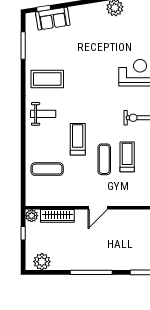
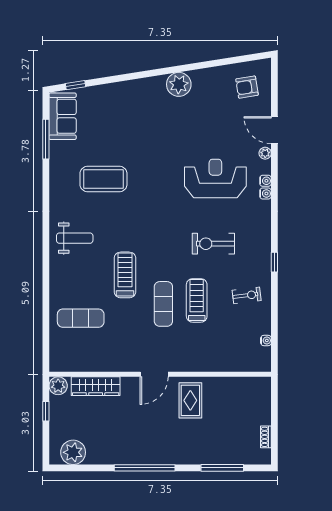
sofa: (53, 19) -> (63, 116), moved, turned -81
coffee table: (47, 79) -> (103, 179), moved
rug: (123, 226) -> (190, 400), added

